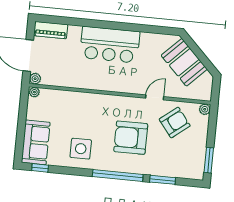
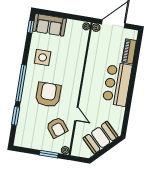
piano: (51, 30) -> (129, 51), moved
window: (209, 160) -> (49, 154), moved

